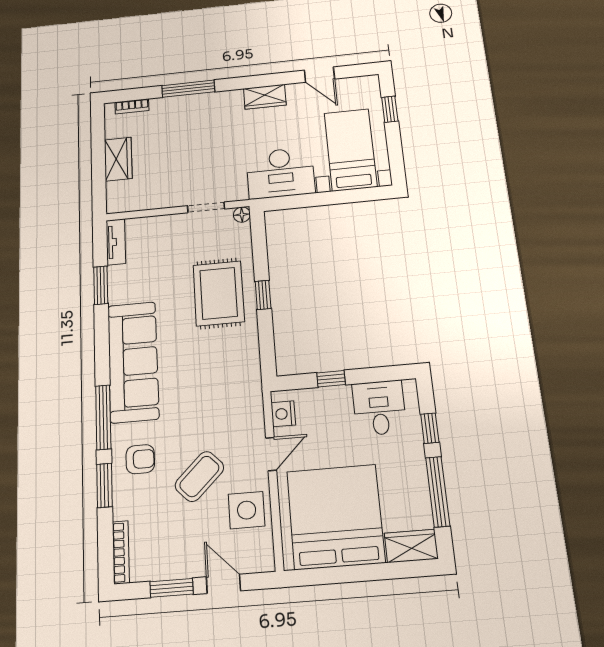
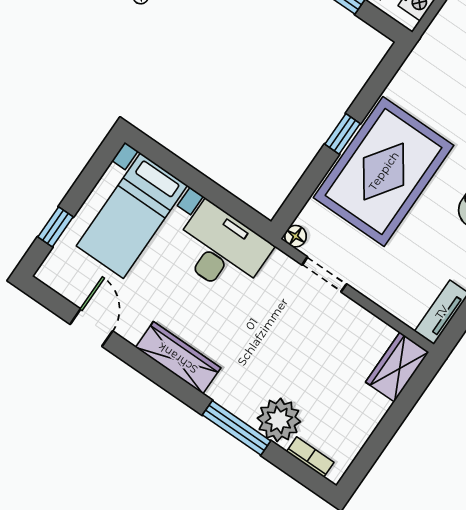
wardrobe: (265, 97) -> (178, 358), width x1.50
plant: (167, 111) -> (279, 420), added
wardrobe: (118, 159) -> (397, 367), moved
rug: (219, 293) -> (384, 171), width x1.37, depth x1.44

